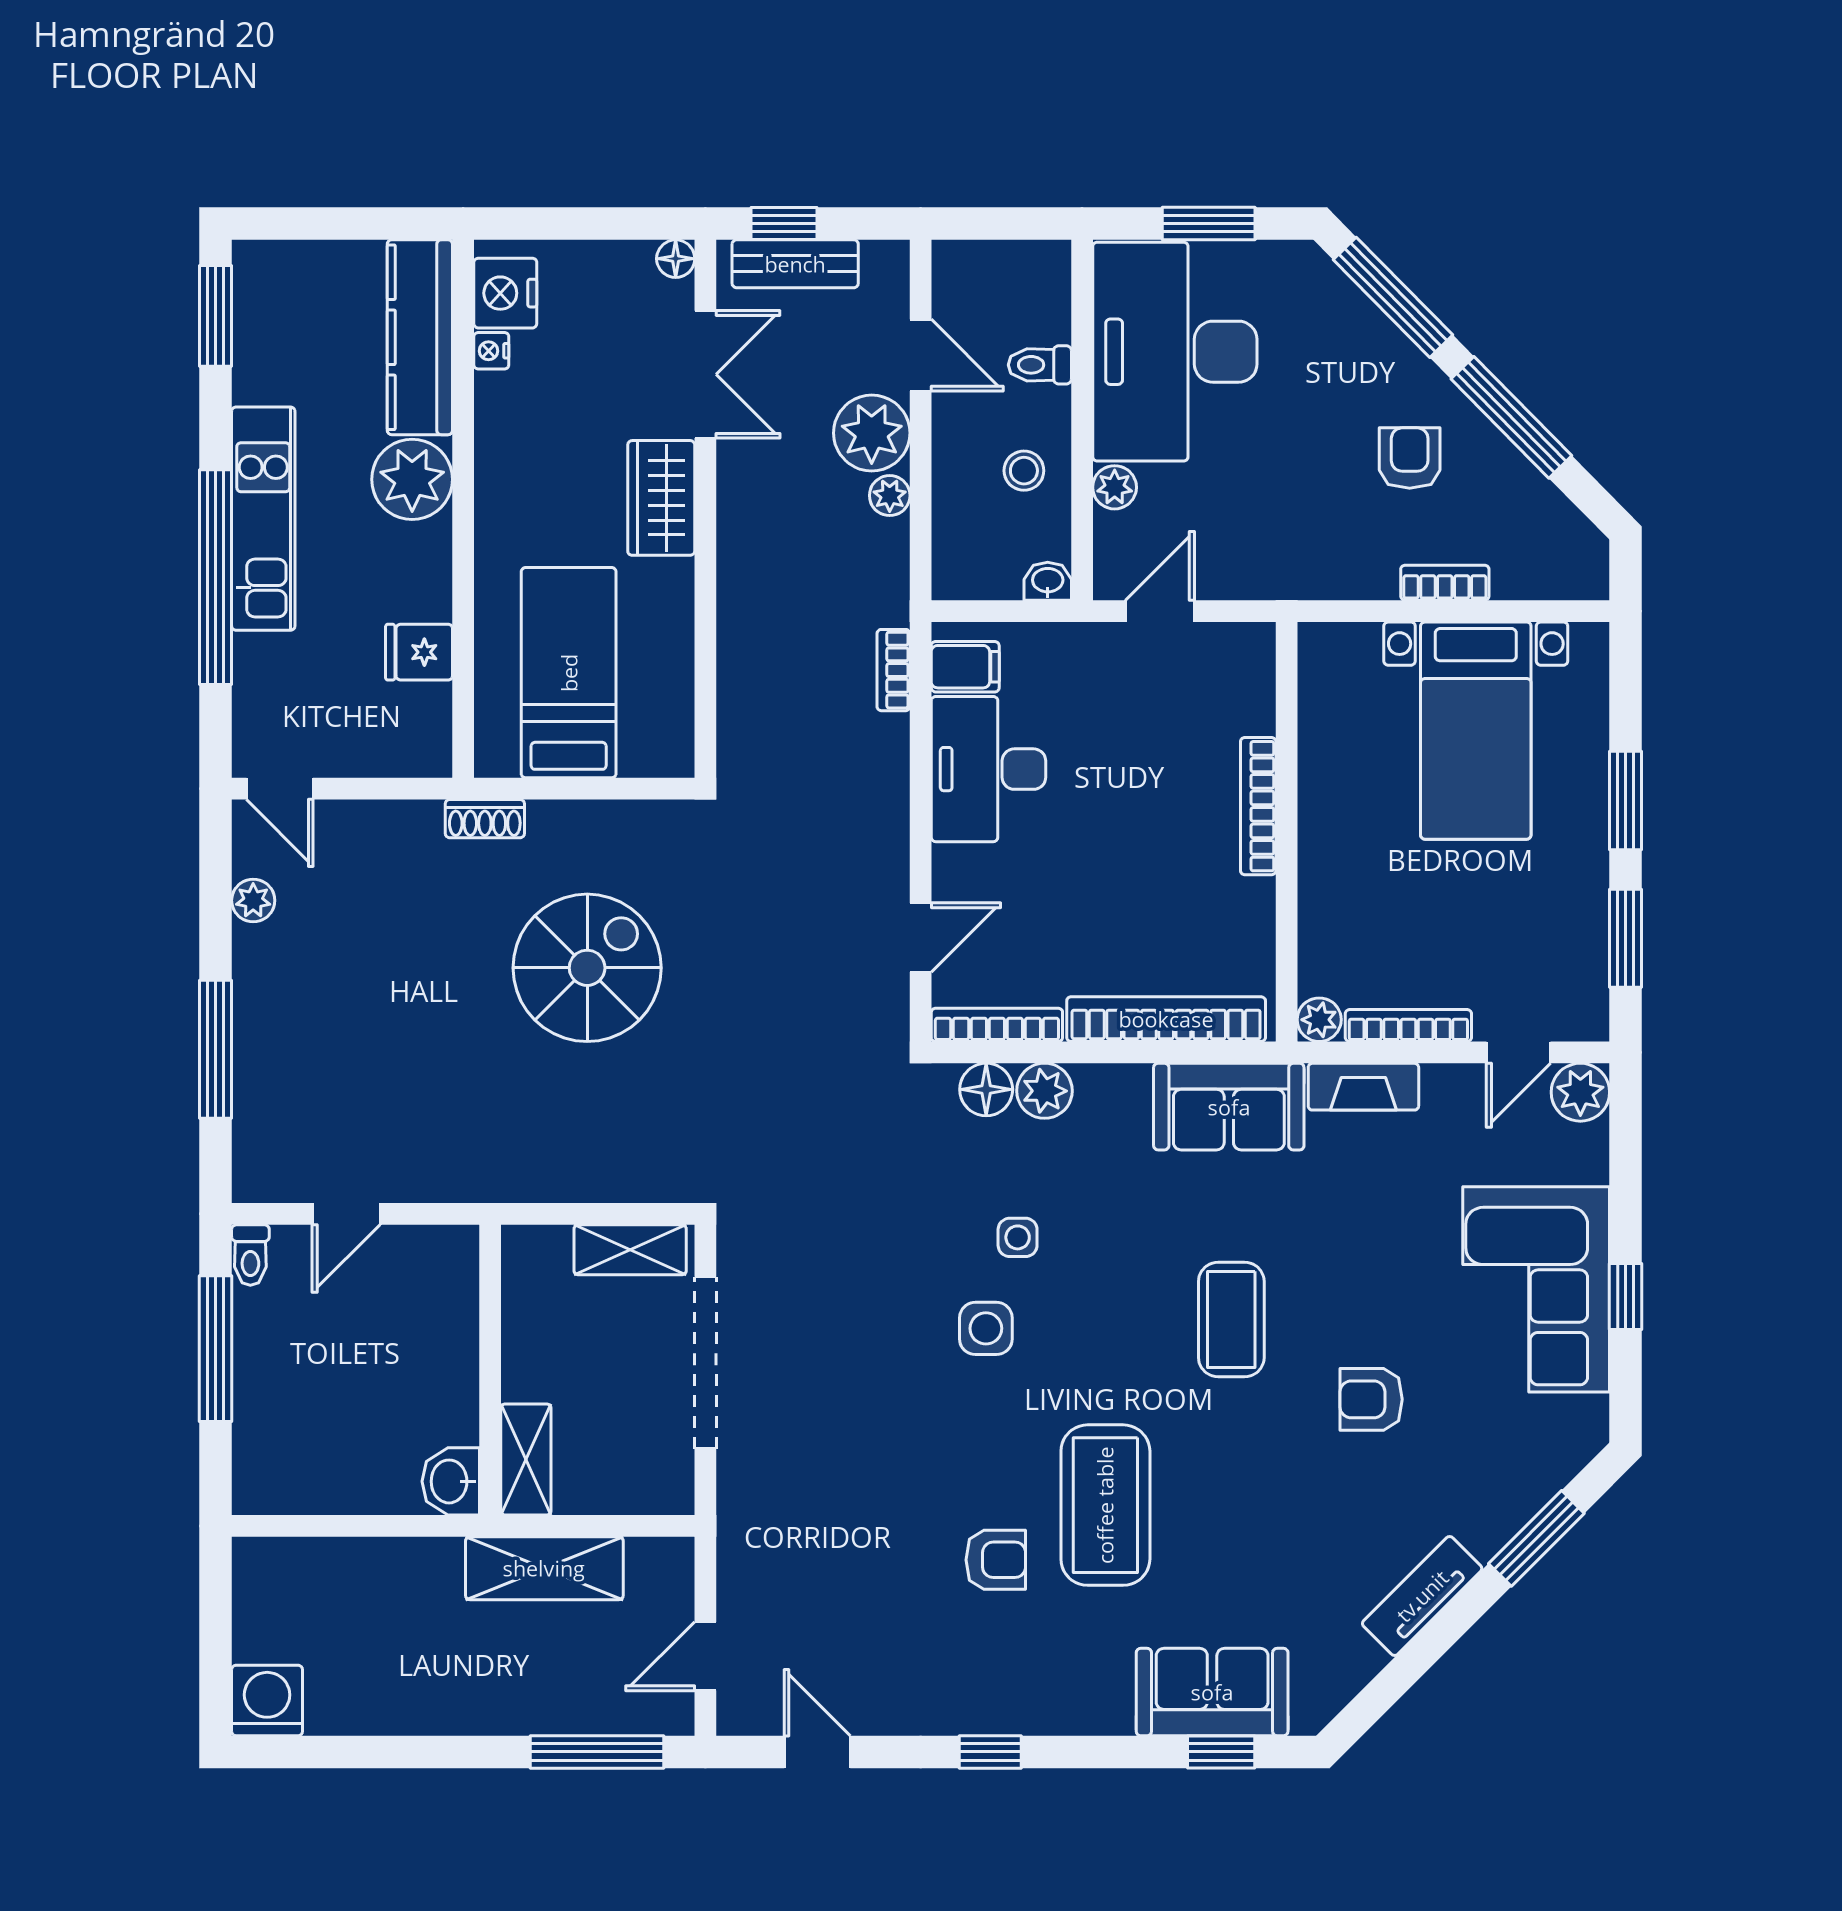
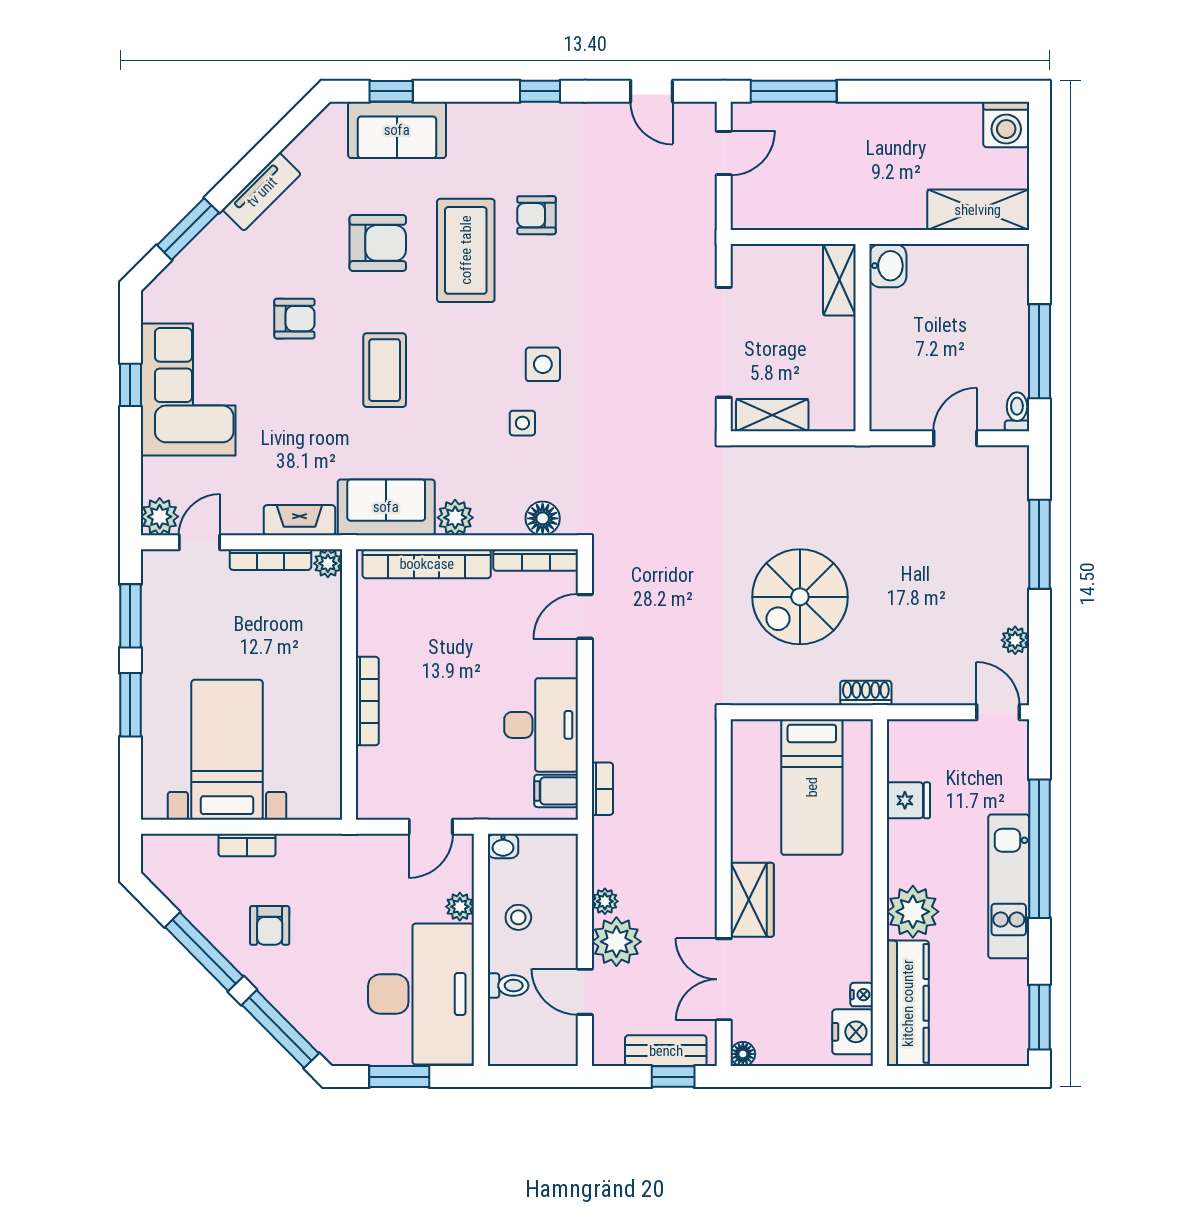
plant: (1044, 1091) -> (455, 518), moved
armchair: (1242, 1517) -> (378, 243), added
shelving: (544, 1568) -> (978, 210), moved

